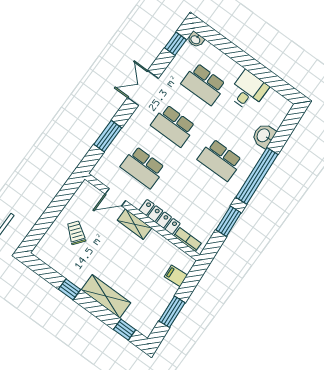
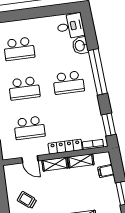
desk: (248, 91) -> (70, 26), moved, turned 86
door: (115, 197) -> (30, 159), hinge flipped
window: (229, 221) -> (109, 125), moved
shelving: (162, 244) -> (81, 161), added

